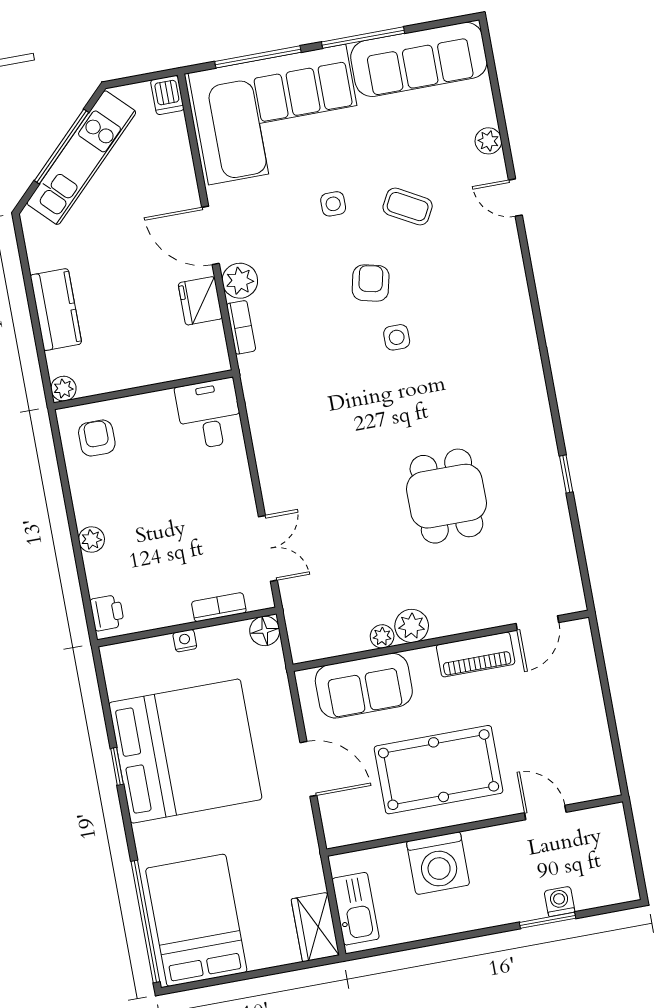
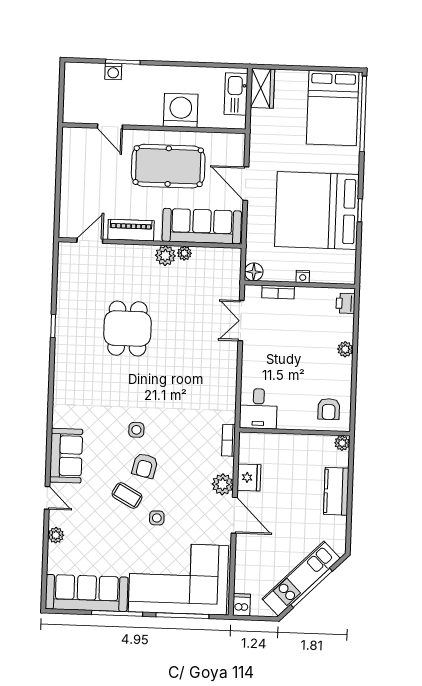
coffee table: (408, 207) -> (127, 495), moved
sofa: (500, 272) -> (66, 456), added
bookcase: (241, 327) -> (229, 440), moved
sofa: (364, 686) -> (202, 226), width x1.36

